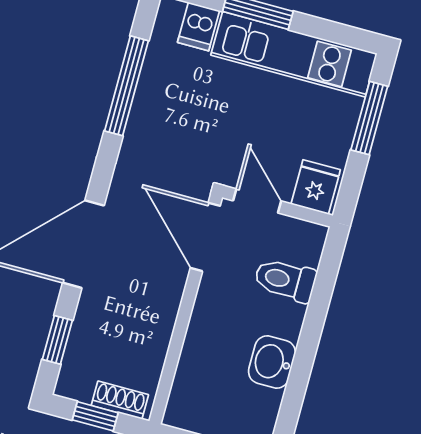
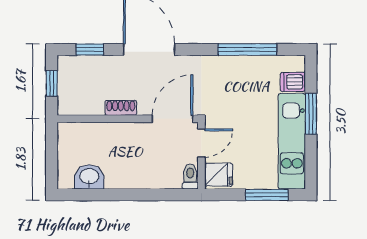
toilet: (285, 280) -> (190, 177), moved, width x0.73, depth x0.72
washbasin: (272, 362) -> (89, 177), moved
shoe rack: (120, 400) -> (121, 108), moved, turned -90

